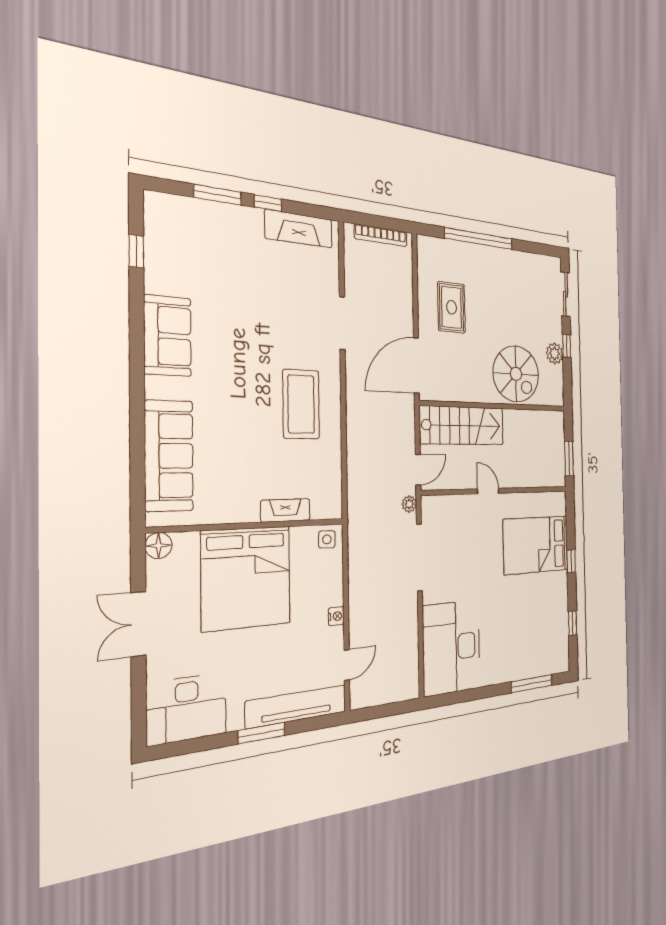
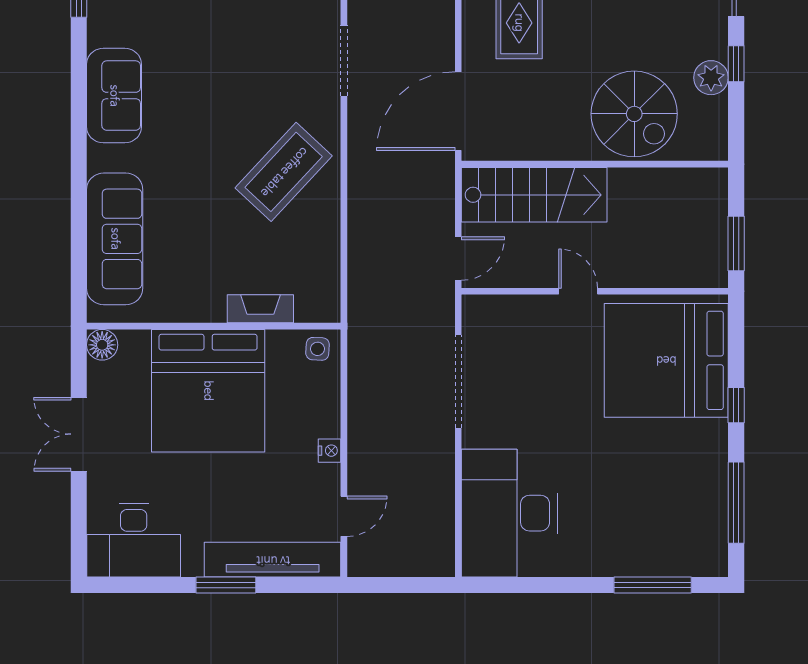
coffee table: (301, 404) -> (284, 172), turned 43
plant: (409, 504) -> (443, 306), removed
bed: (536, 545) -> (666, 360), width x1.36
window: (573, 623) -> (736, 503), width x2.17

